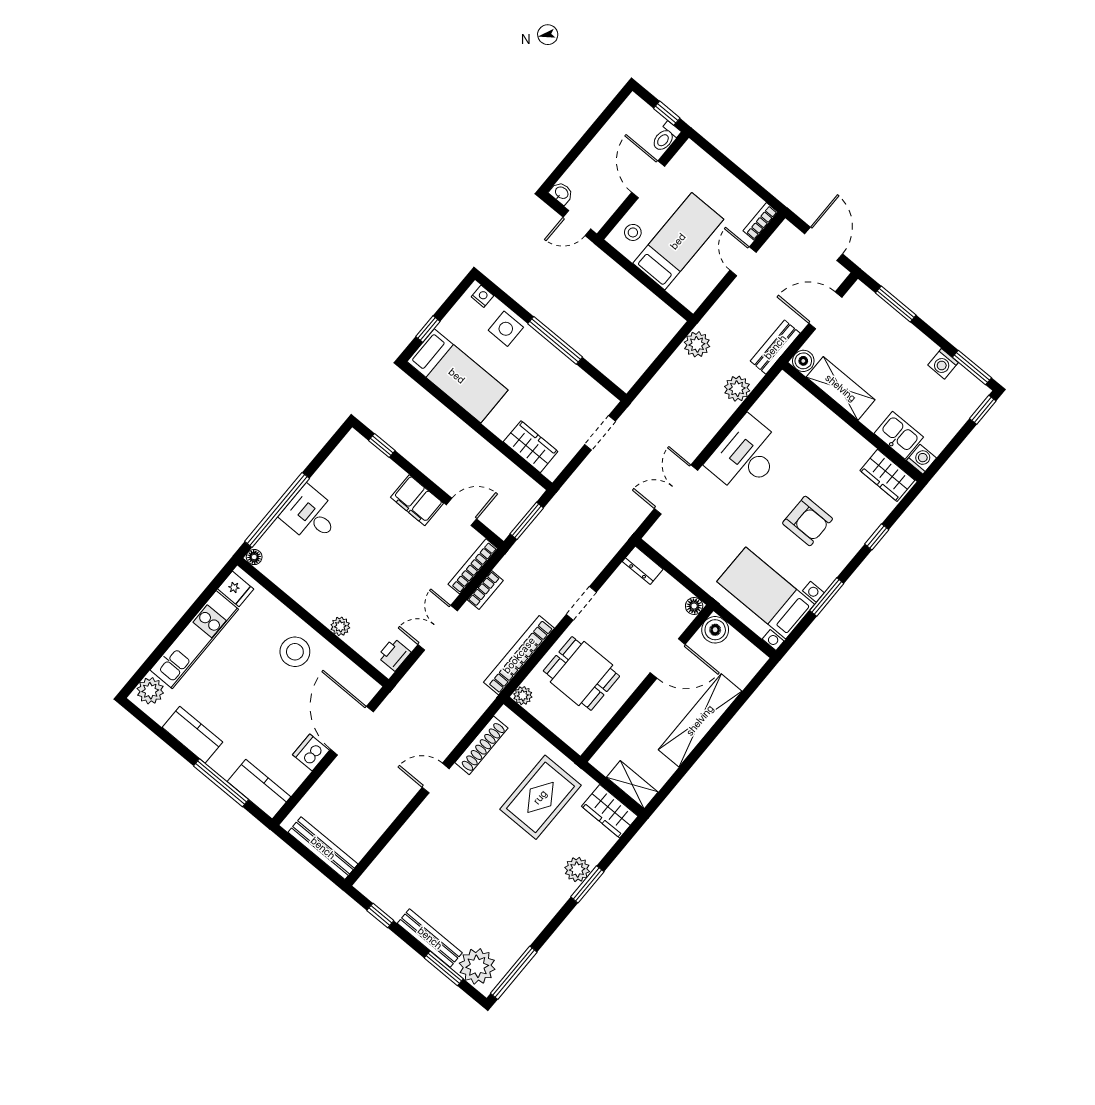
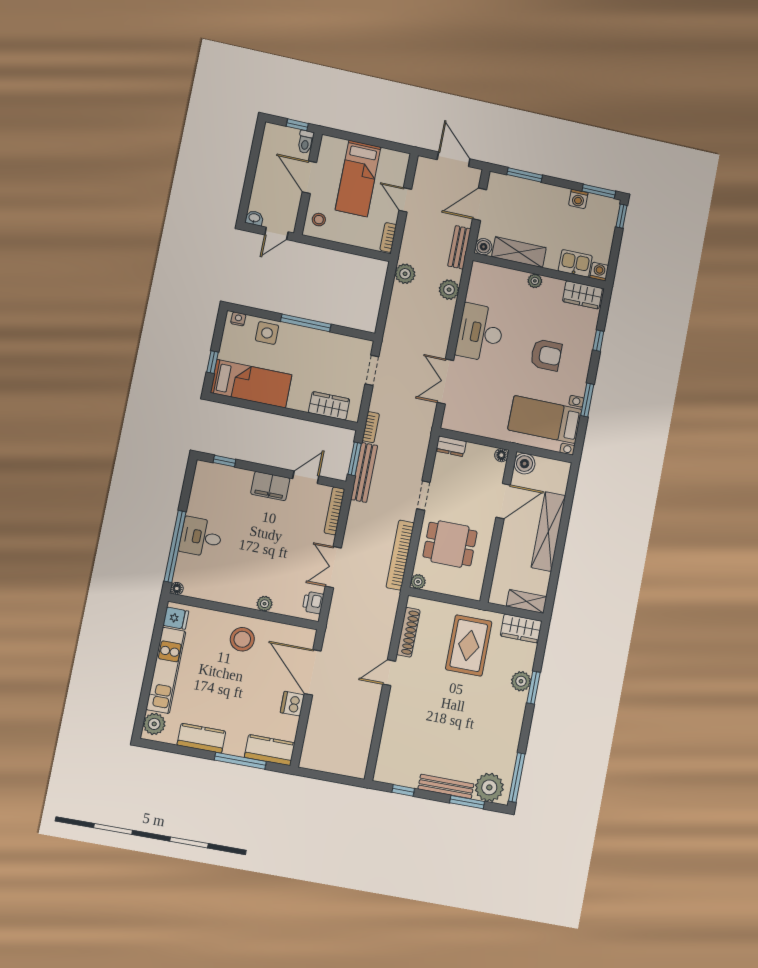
bookcase: (760, 221) -> (388, 237), moved
bed: (678, 241) -> (358, 179), moved, turned 180
plant: (841, 431) -> (535, 281), added
bookcase: (485, 590) -> (371, 427), moved
bench: (323, 848) -> (364, 472), moved, turned 90

